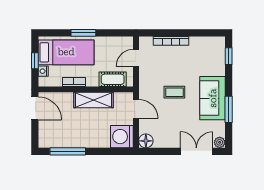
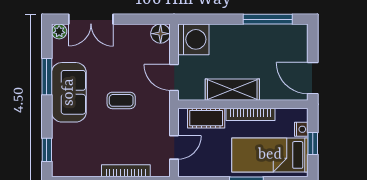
bookcase: (74, 82) -> (250, 114), width x1.56

